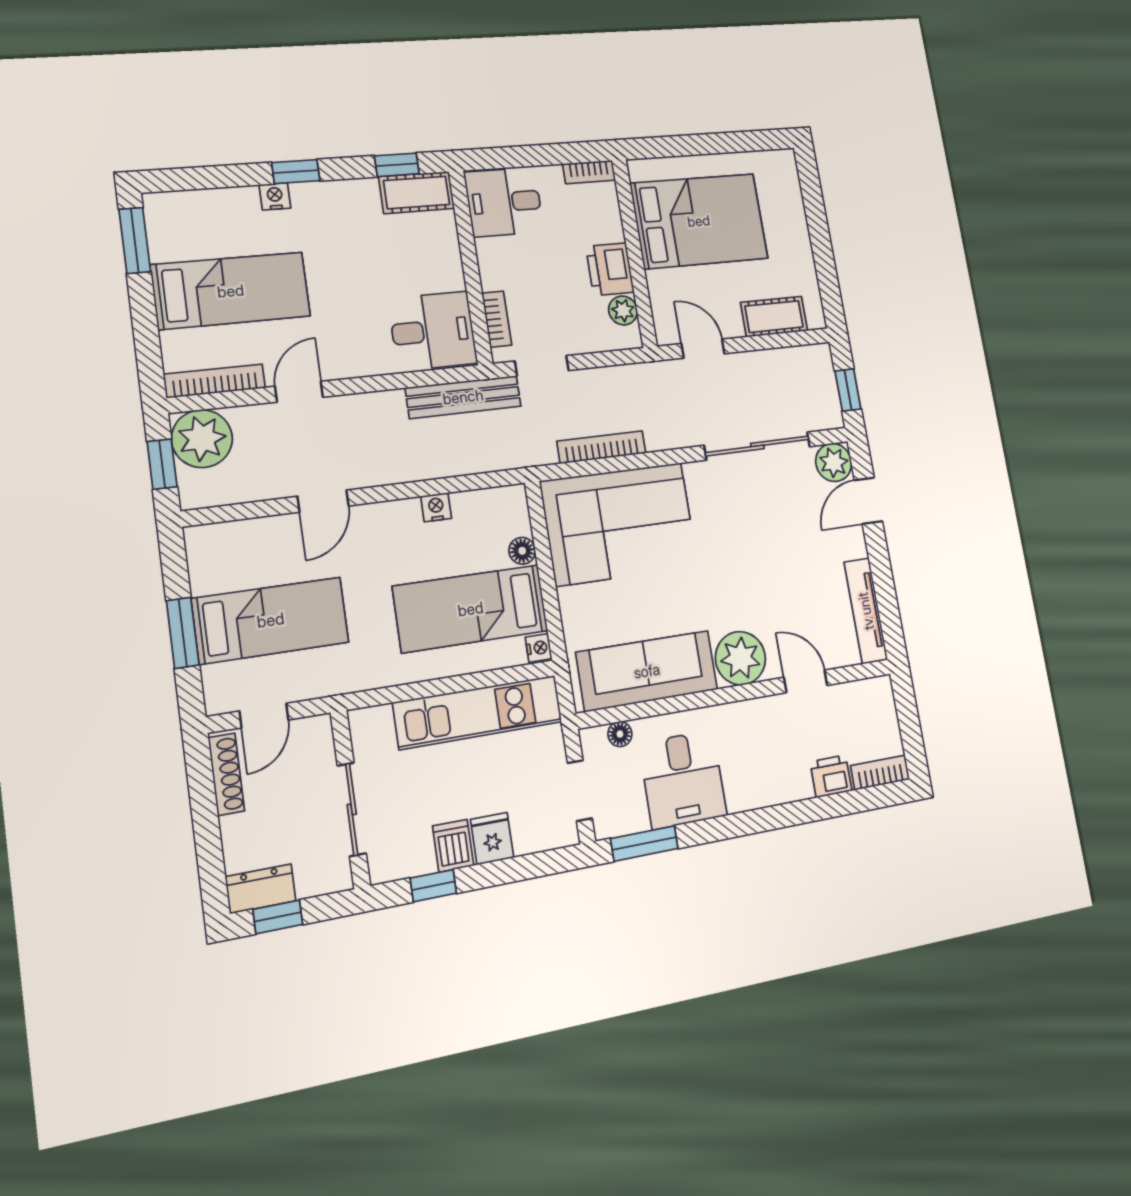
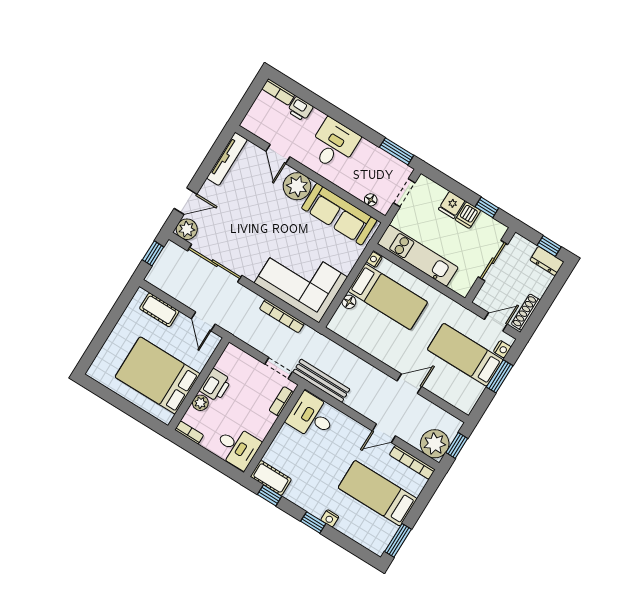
plant: (623, 310) -> (200, 403), moved
nightstand: (436, 507) -> (502, 349), moved, turned -90
desk: (683, 779) -> (334, 144), moved

